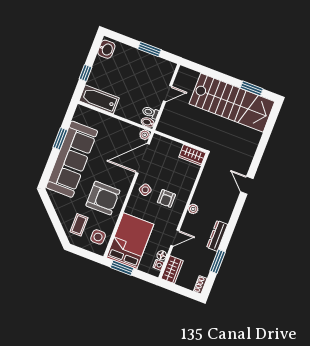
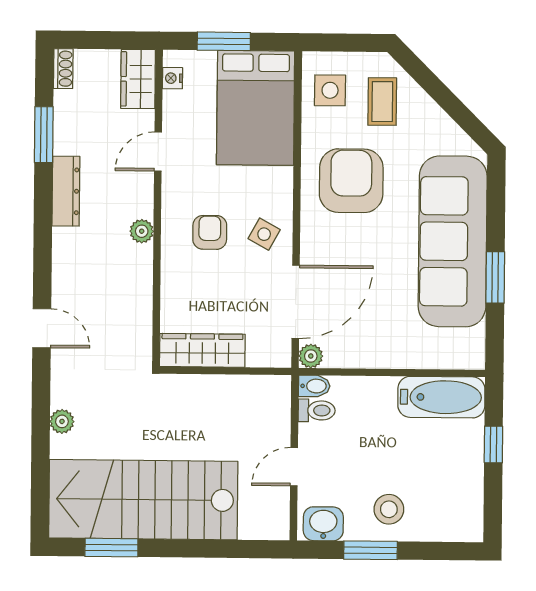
washbasin: (106, 49) -> (323, 524), moved, turned 90
stool: (136, 63) -> (389, 509), added
plant: (253, 145) -> (62, 421), added
wardrobe: (192, 155) -> (202, 350), width x1.50
armchair: (103, 198) -> (351, 181), turned 90
floor lamp: (162, 255) -> (173, 102), removed
window: (122, 268) -> (224, 41), moved

